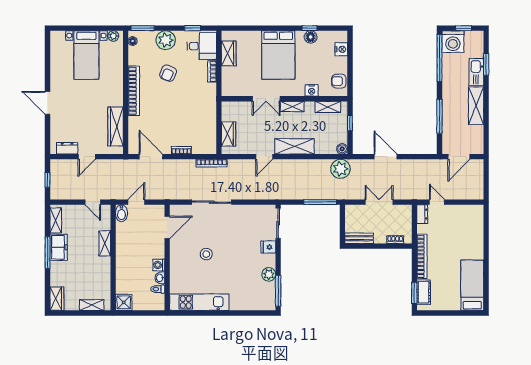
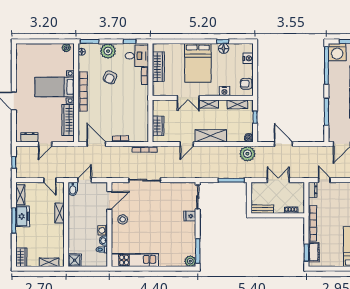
wardrobe: (229, 53) -> (158, 67), width x1.50
bed with nightstands: (86, 55) -> (55, 87), moved, turned 90
stool: (206, 254) -> (123, 219), moved
plant: (269, 274) -> (190, 261), moved

